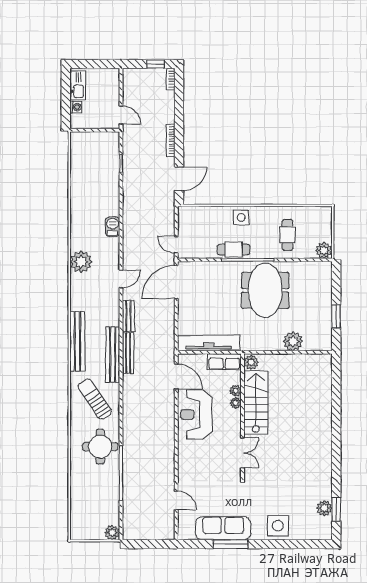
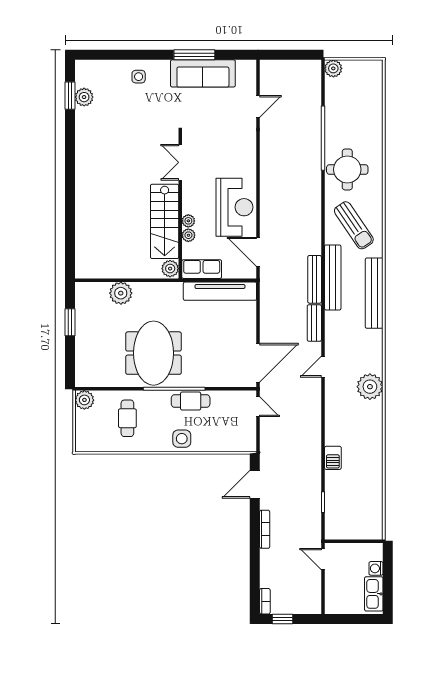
barbecue: (113, 227) -> (333, 458), moved
door: (176, 500) -> (258, 106), swing flipped
side table: (278, 526) -> (139, 77), width x0.54, depth x0.54

